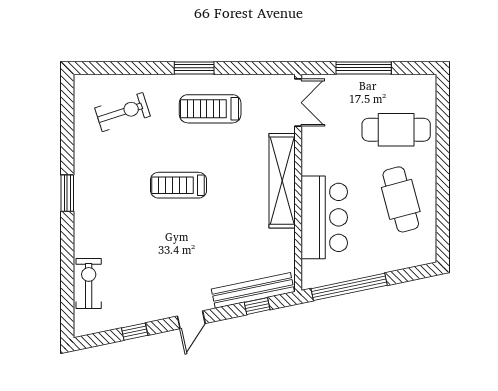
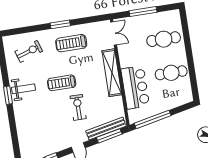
weight bench: (100, 185) -> (23, 89), added
cafe table: (401, 199) -> (171, 73), turned -75
exercise bike: (89, 283) -> (78, 107), moved
window: (257, 306) -> (109, 136), width x2.17

